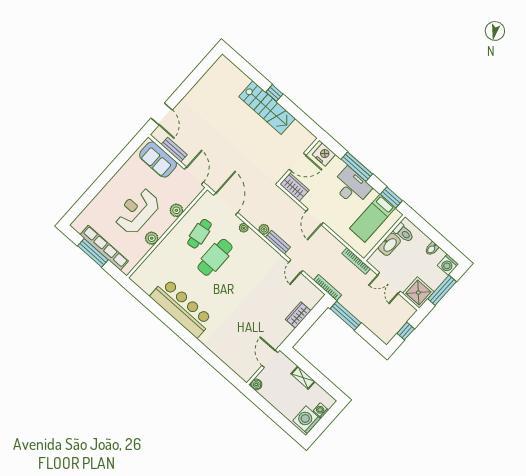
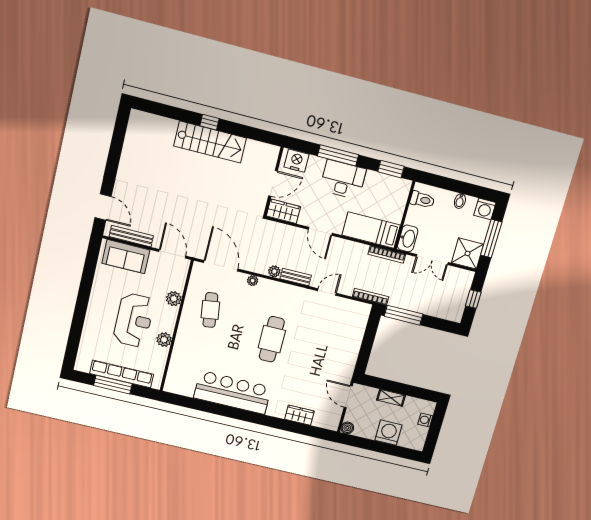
bench: (174, 150) -> (131, 236), width x1.36
reception desk: (137, 211) -> (134, 320), turned 180
bed: (372, 218) -> (371, 230), moved, turned 90
washbasin: (389, 244) -> (408, 238), moved
cafe table: (215, 257) -> (272, 339), moved
door: (296, 266) -> (327, 292), swing flipped
wardrobe: (298, 315) -> (299, 415), moved, turned 90
washing machine: (307, 420) -> (389, 433), moved, turned 90

